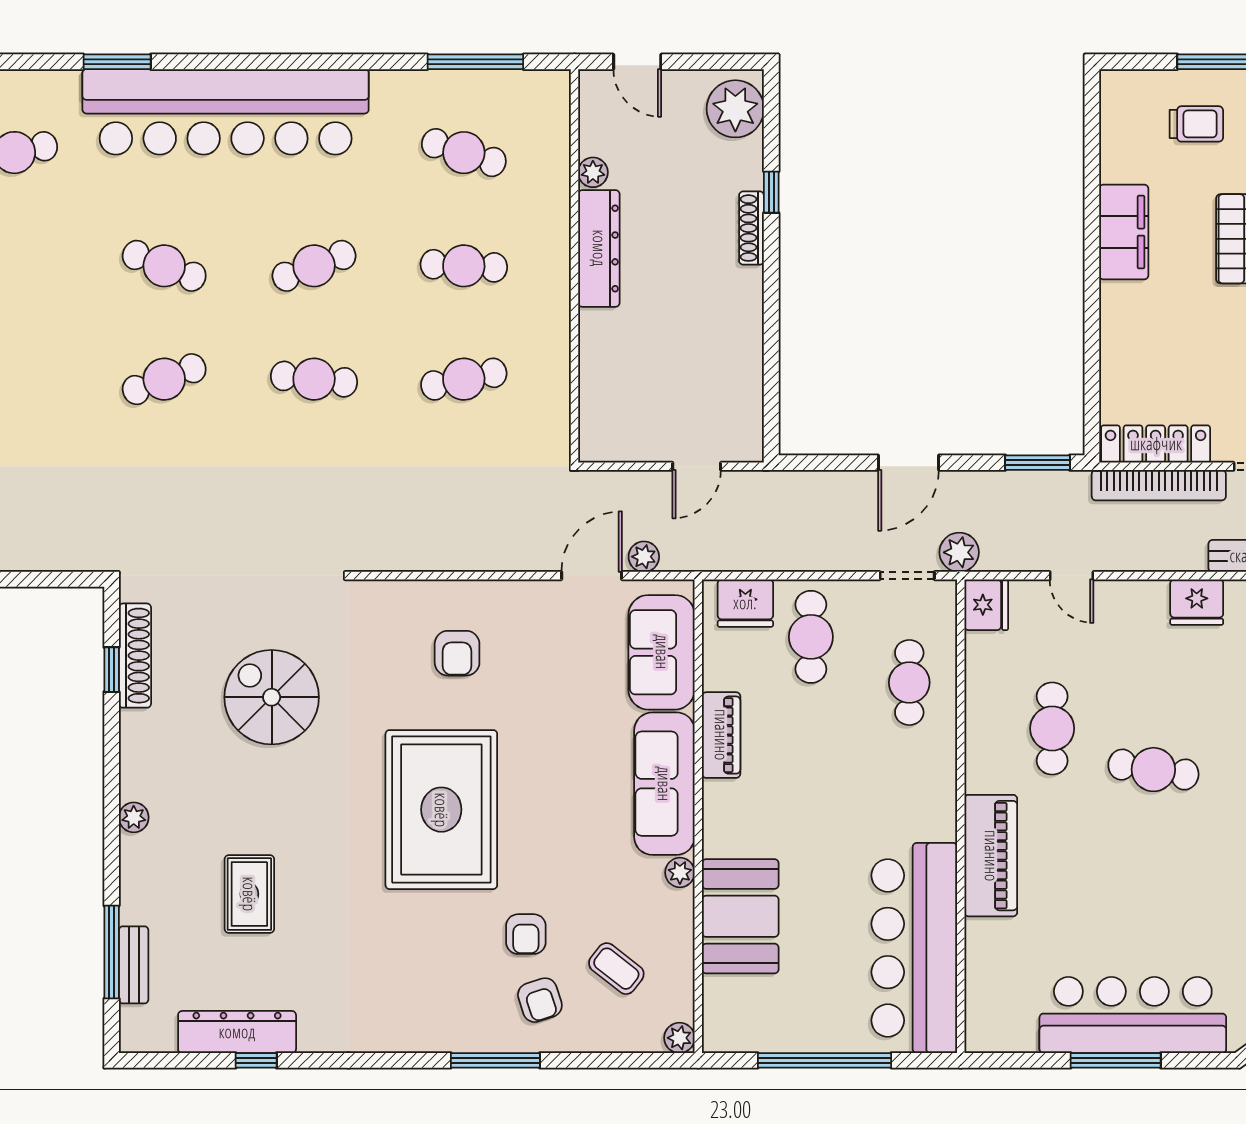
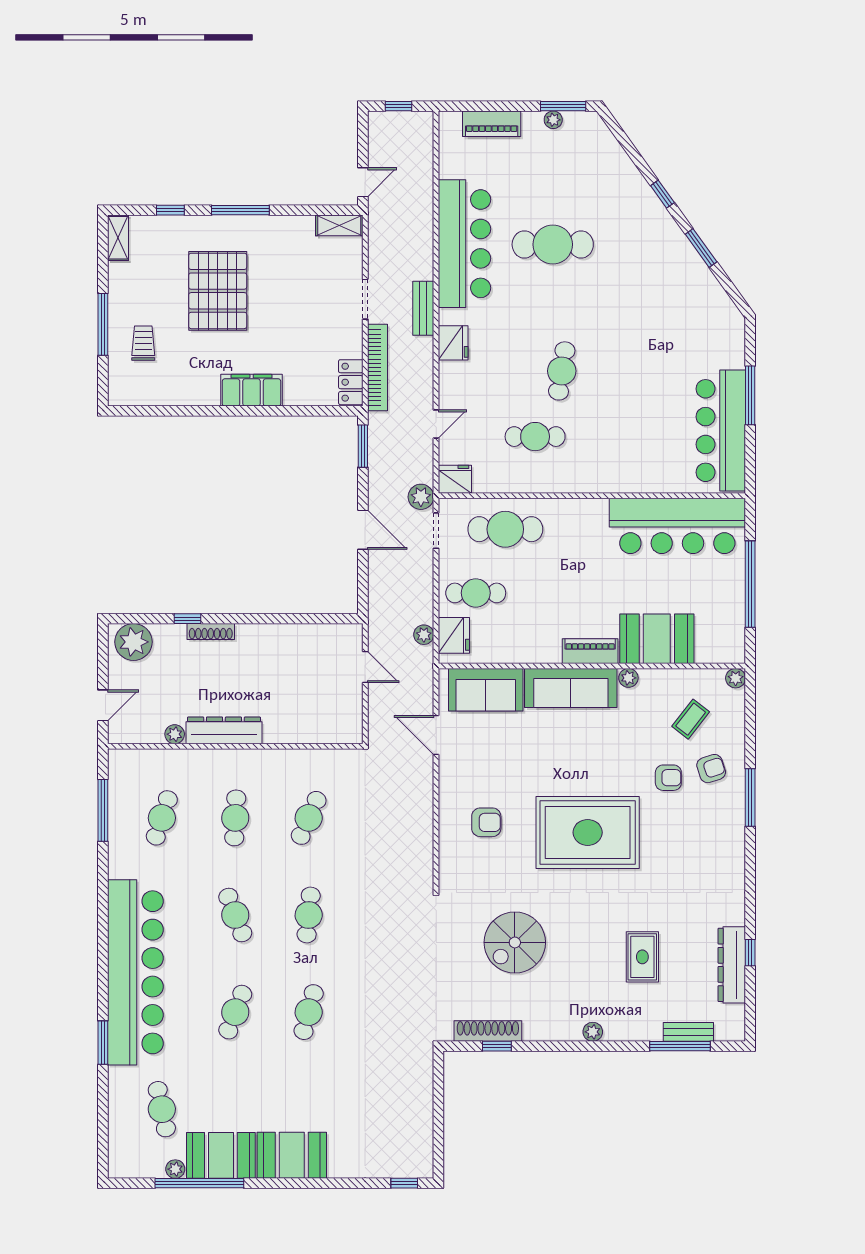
filing cabinet: (1124, 232) -> (252, 390), moved
cafe table: (164, 379) -> (309, 1012), turned 36
cafe table: (464, 379) -> (309, 818), turned 36
locker: (1156, 444) -> (351, 382), width x0.66
plant: (644, 557) -> (424, 635), moved
cafe table: (909, 683) -> (505, 529), width x1.37, depth x1.35
piano: (721, 735) -> (590, 651), moved
piano: (991, 856) -> (617, 476), removed
rug: (249, 894) -> (642, 957), turned 90
bar counter: (1133, 1015) -> (721, 431), moved

